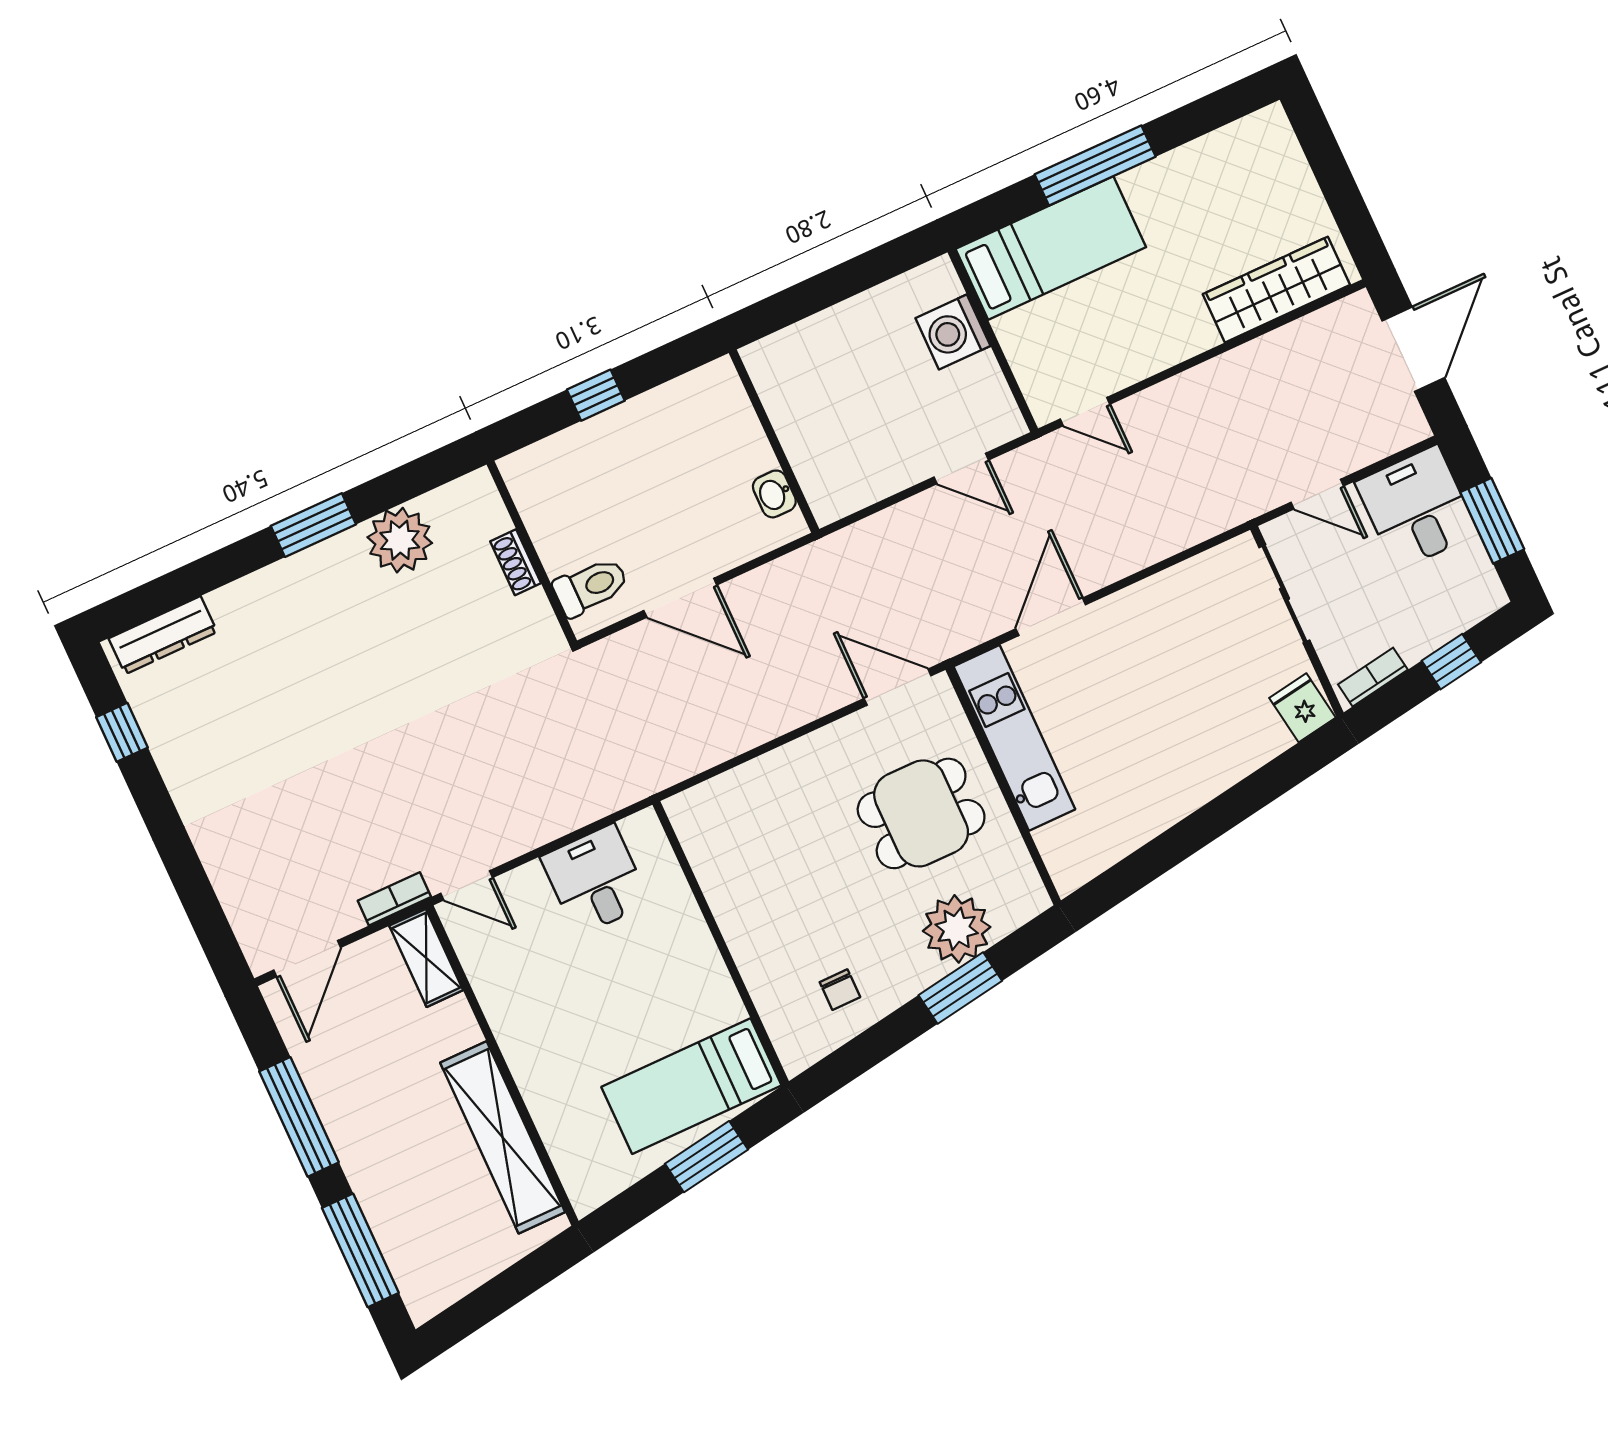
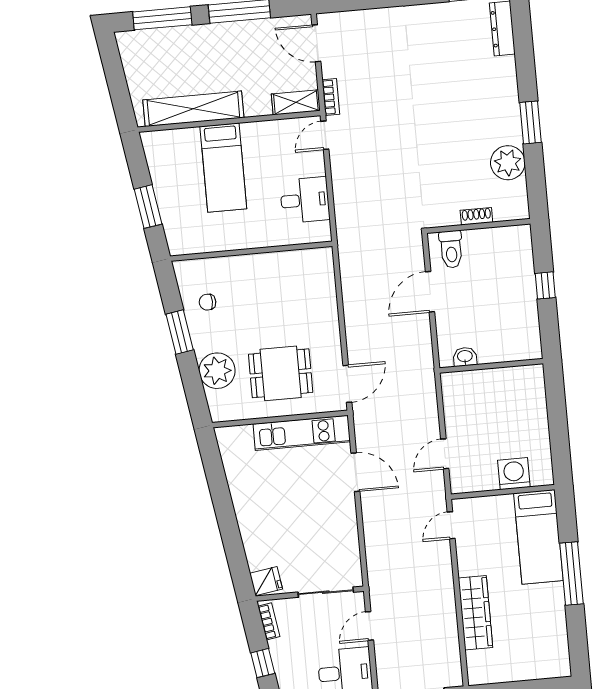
wardrobe: (1276, 290) -> (475, 613), moved
dining table: (921, 813) -> (281, 373), turned 90
window: (960, 988) -> (180, 332), moved
bed: (691, 1086) -> (223, 168), moved, turned 180

